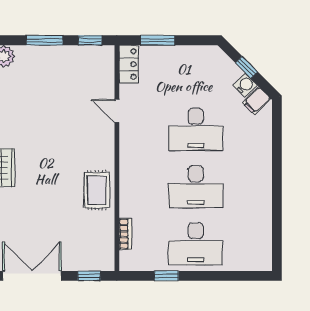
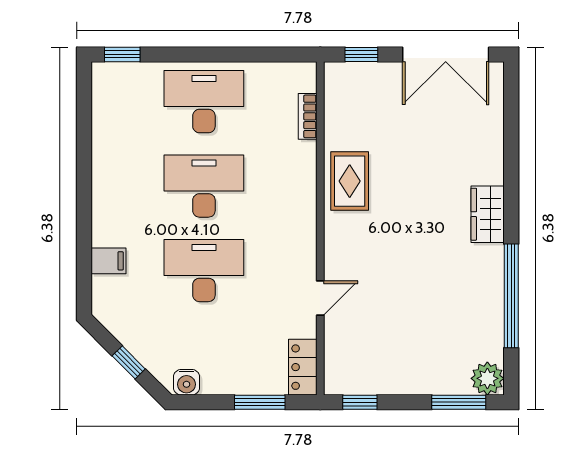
window: (45, 40) -> (459, 402), moved
water cooler: (245, 85) -> (186, 382), moved, turned -45
filing cabinet: (257, 101) -> (108, 261), moved, turned 45
door: (117, 111) -> (320, 298), hinge flipped
window: (166, 276) -> (122, 54), moved

